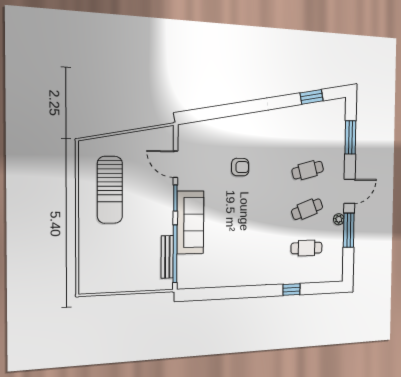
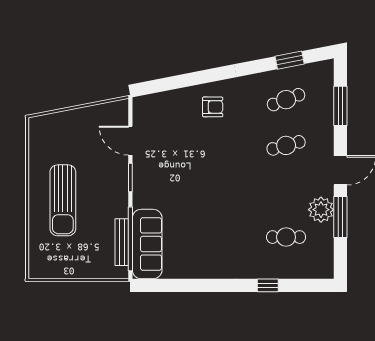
armchair: (240, 167) -> (213, 107), moved
sun lounger: (110, 190) -> (63, 200), moved
cafe table: (307, 209) -> (286, 100), moved
plant: (339, 219) -> (321, 210), width x1.87, depth x1.87
sofa: (190, 222) -> (147, 244), moved

